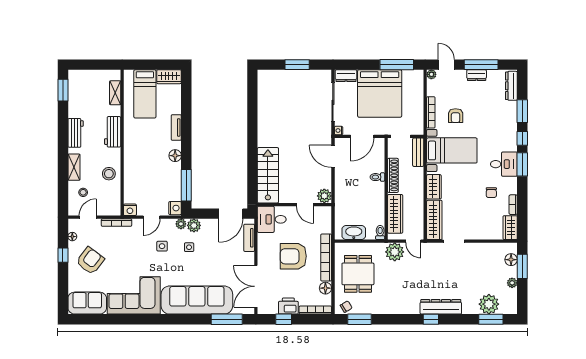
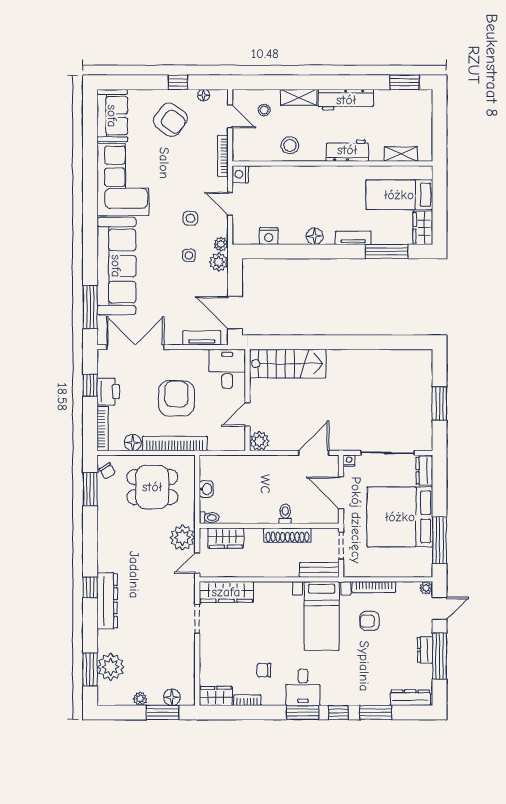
workbench: (76, 133) -> (346, 100), width x1.38
window: (186, 185) -> (387, 251), moved
wardrobe: (434, 187) -> (272, 591), removed
nightstand: (175, 208) -> (269, 236), moved
wardrobe: (395, 214) -> (226, 538), width x0.67
washbasin: (354, 232) -> (206, 489), width x0.52, depth x0.69

